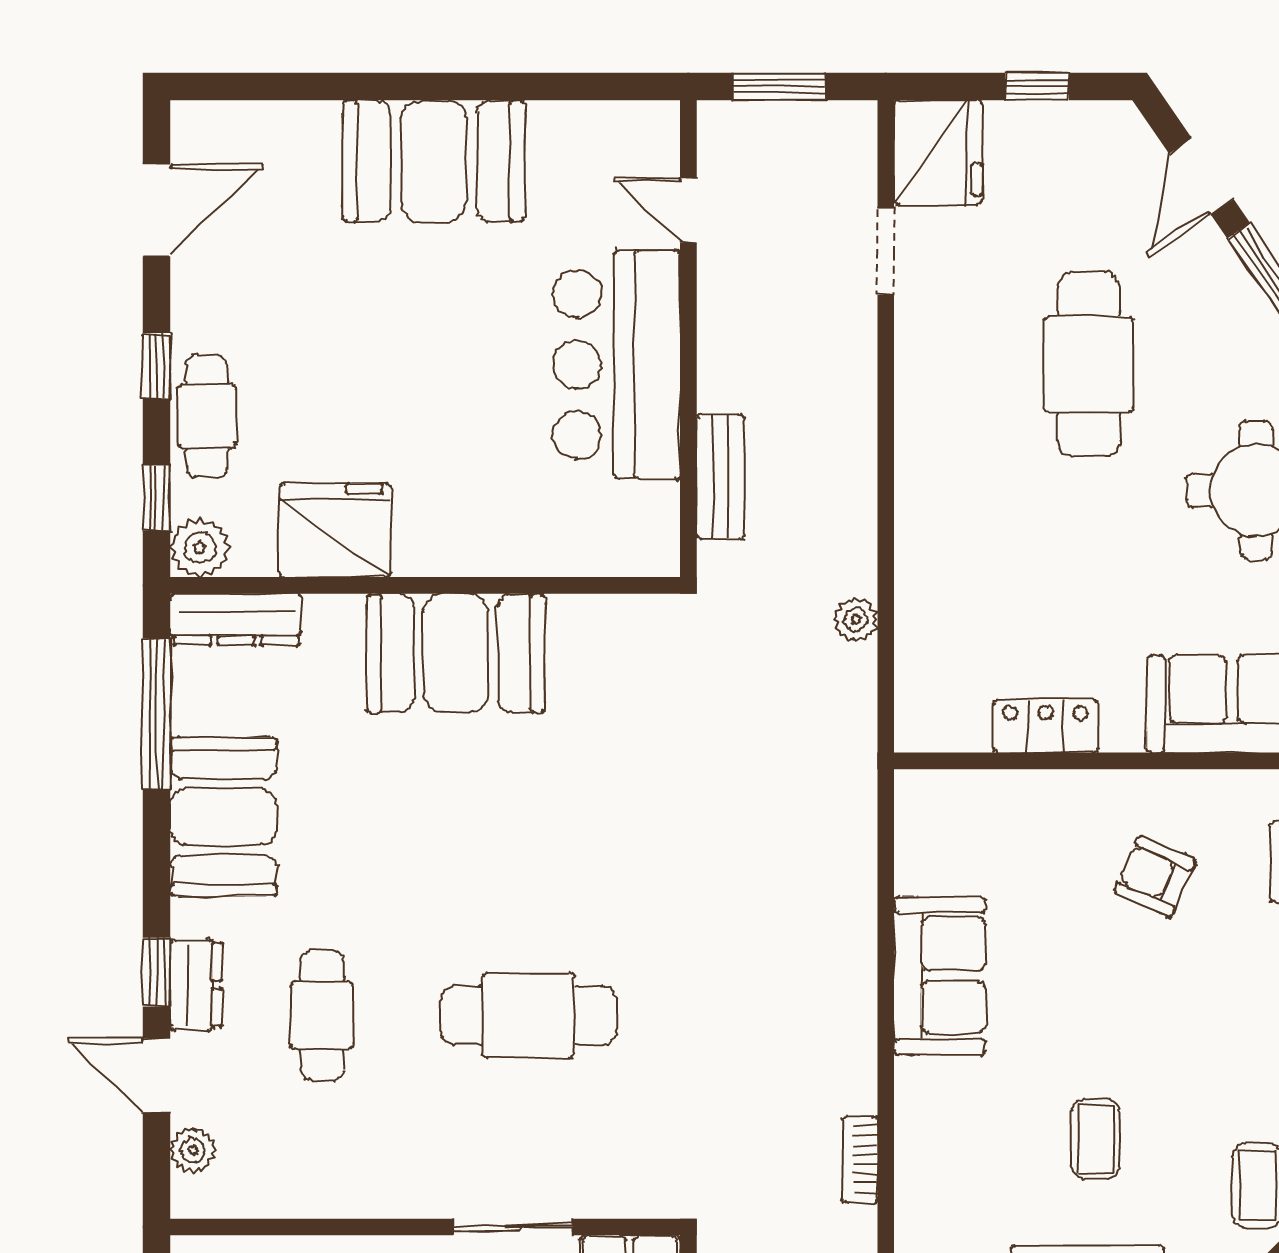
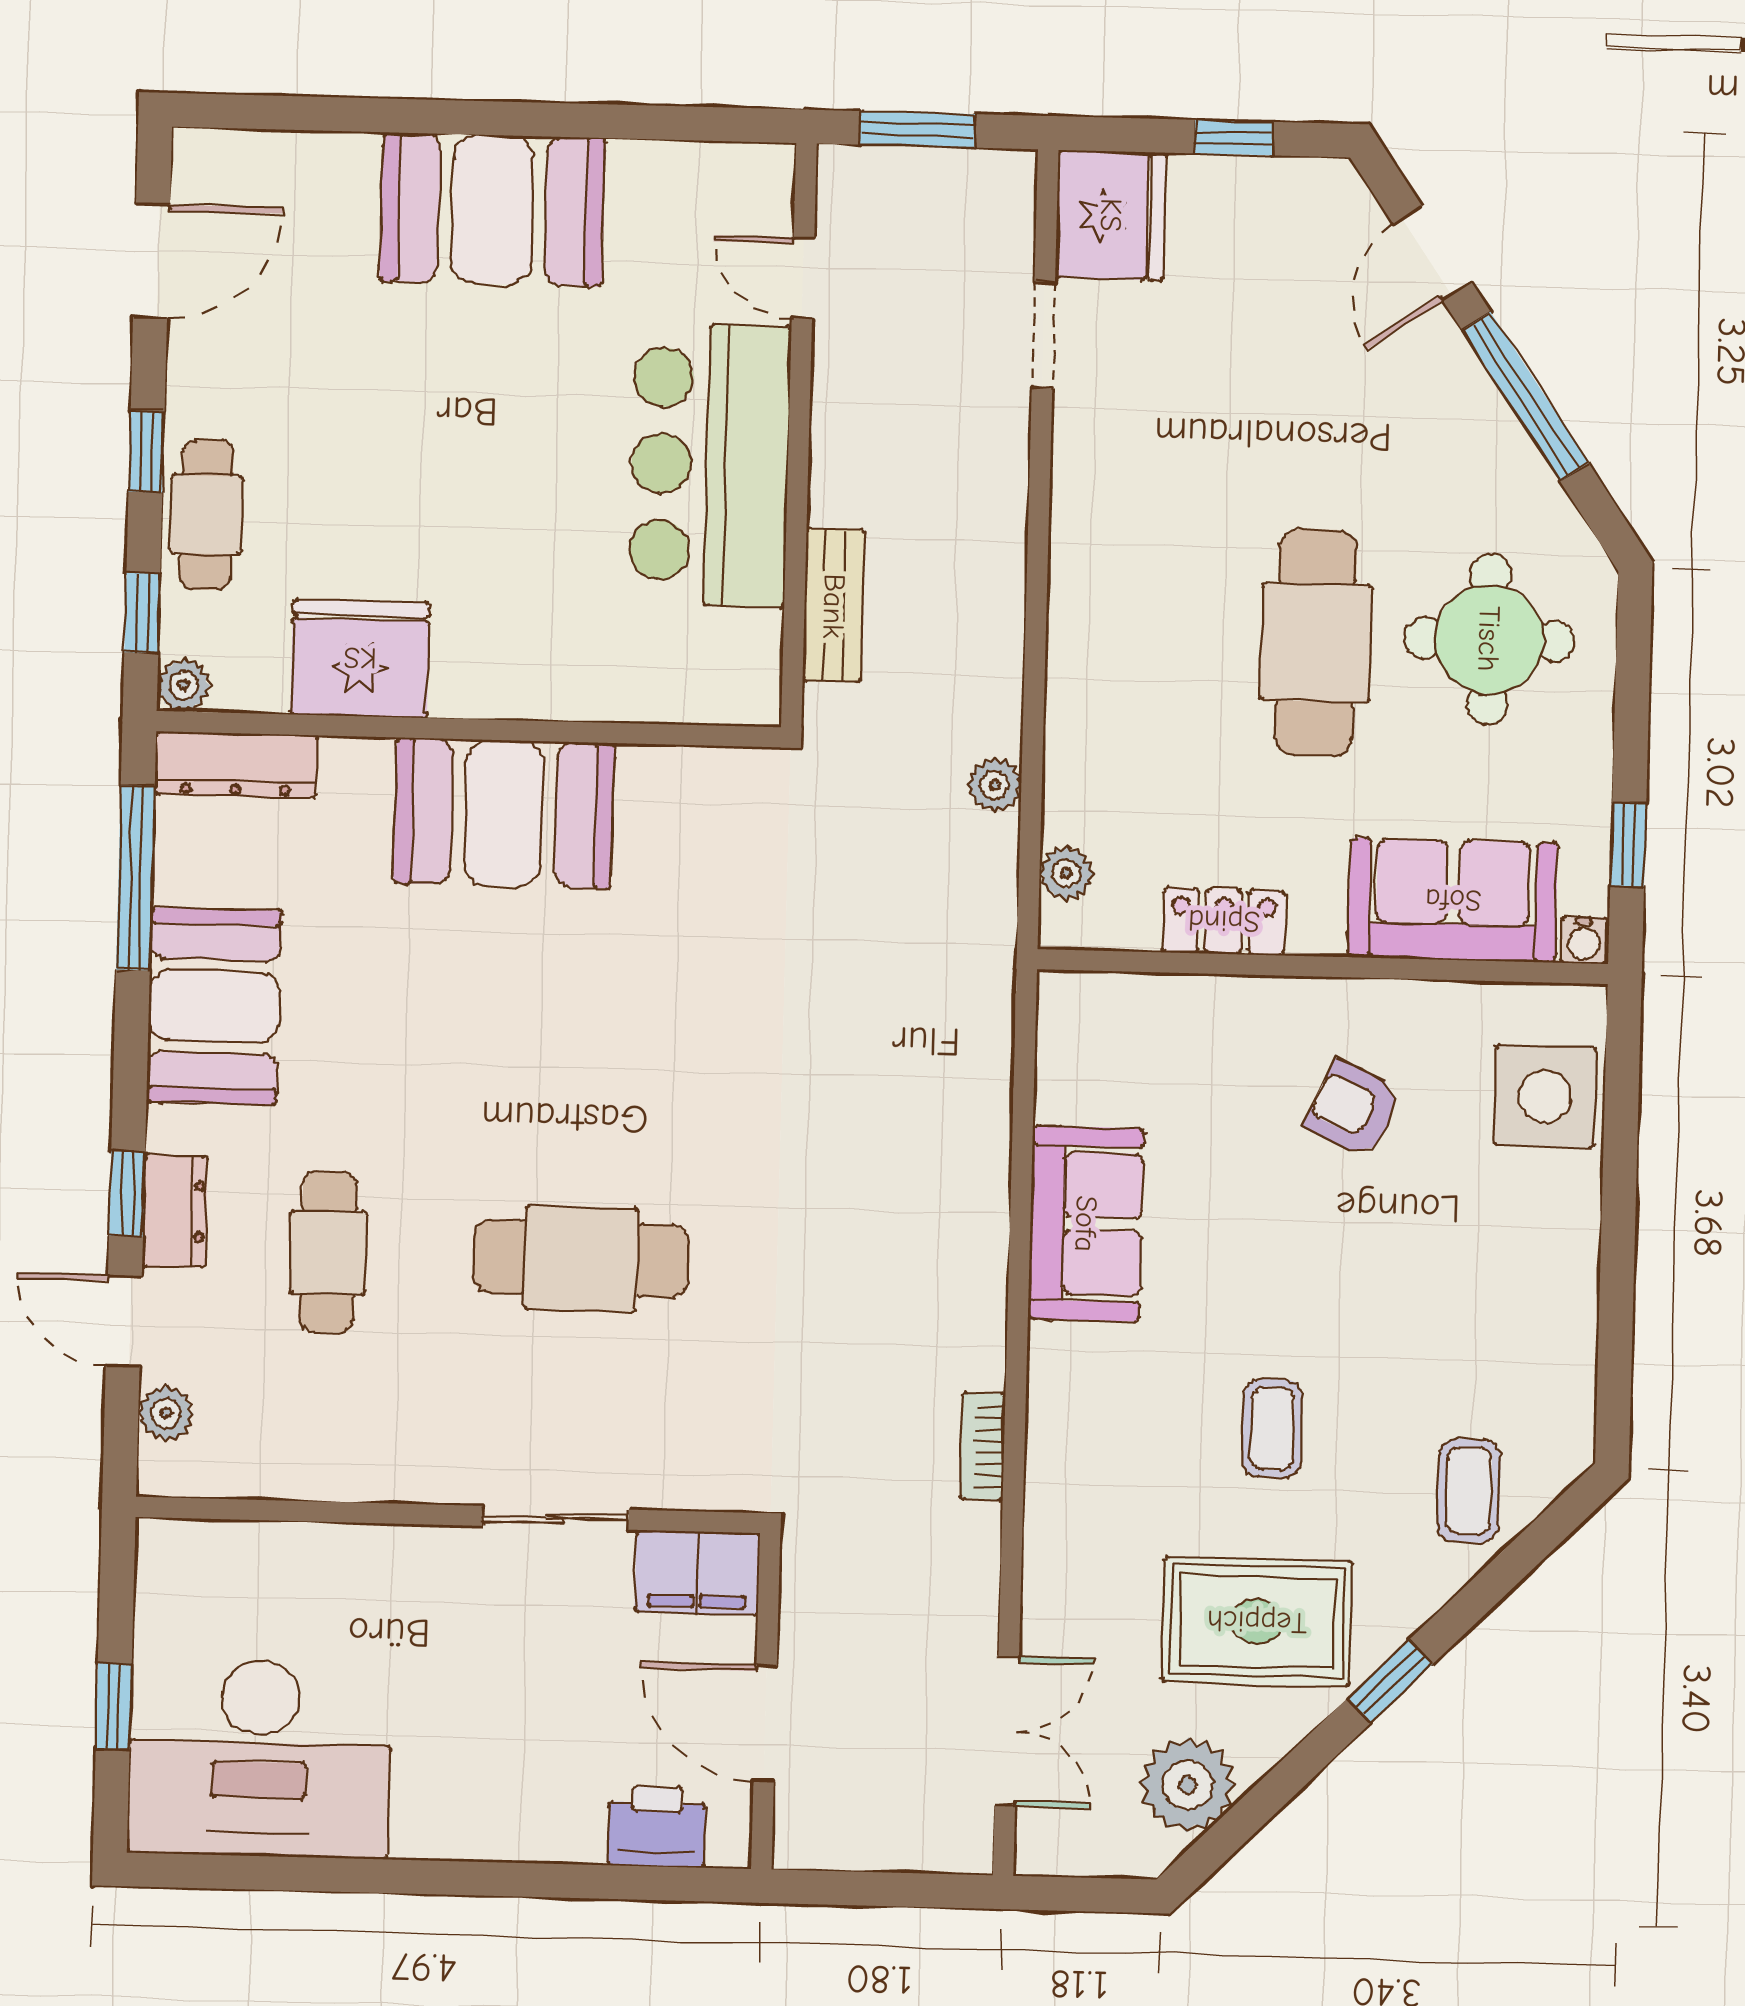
cafe table: (1089, 364) -> (1316, 643), moved
plant: (200, 548) -> (184, 685), width x0.73, depth x0.73
plant: (916, 690) -> (1066, 873), added

